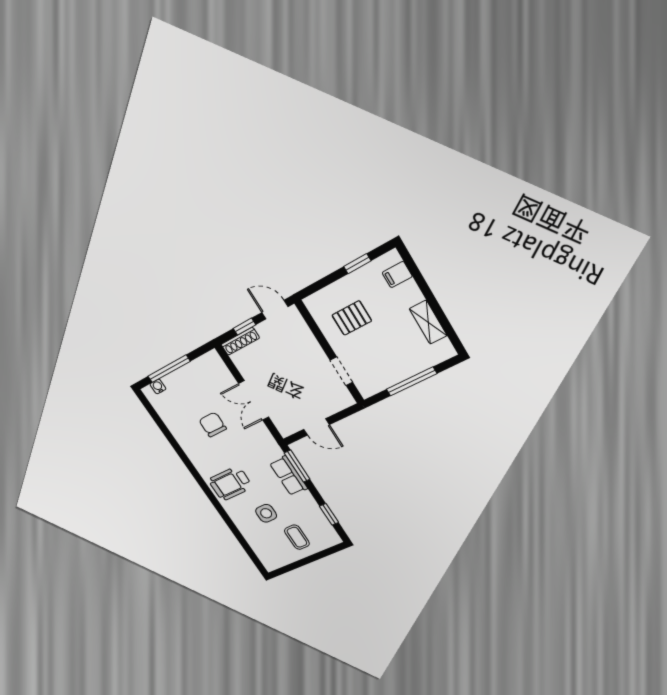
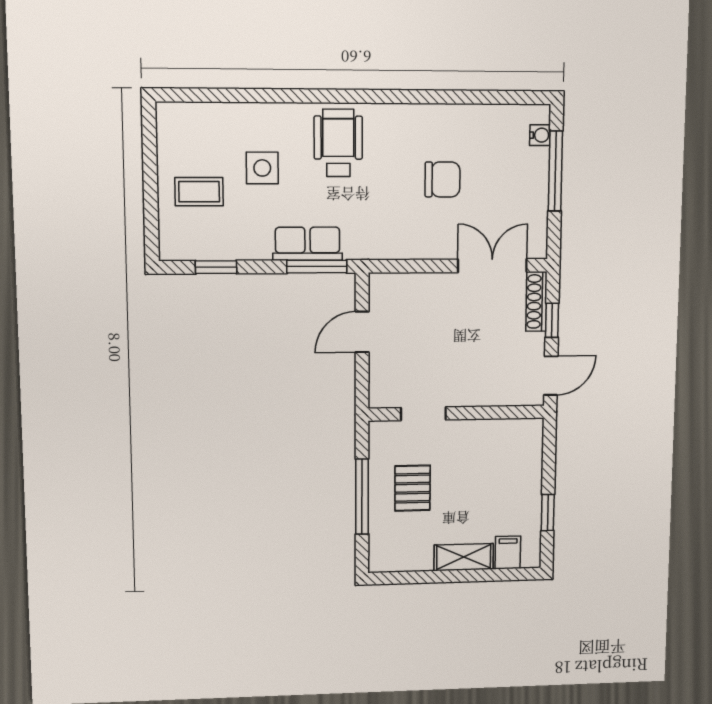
pallet: (352, 318) -> (412, 488), moved
shelving: (428, 322) -> (464, 557), moved
double door: (254, 400) -> (492, 266), moved

